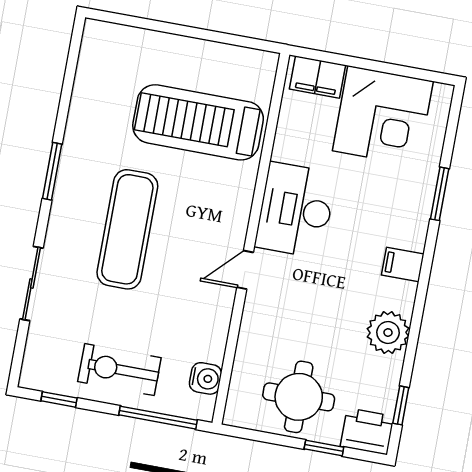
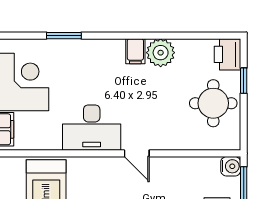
filing cabinet: (403, 265) -> (135, 51), moved
water cooler: (205, 378) -> (231, 166), moved, turned 90
window: (401, 405) -> (207, 36), removed

